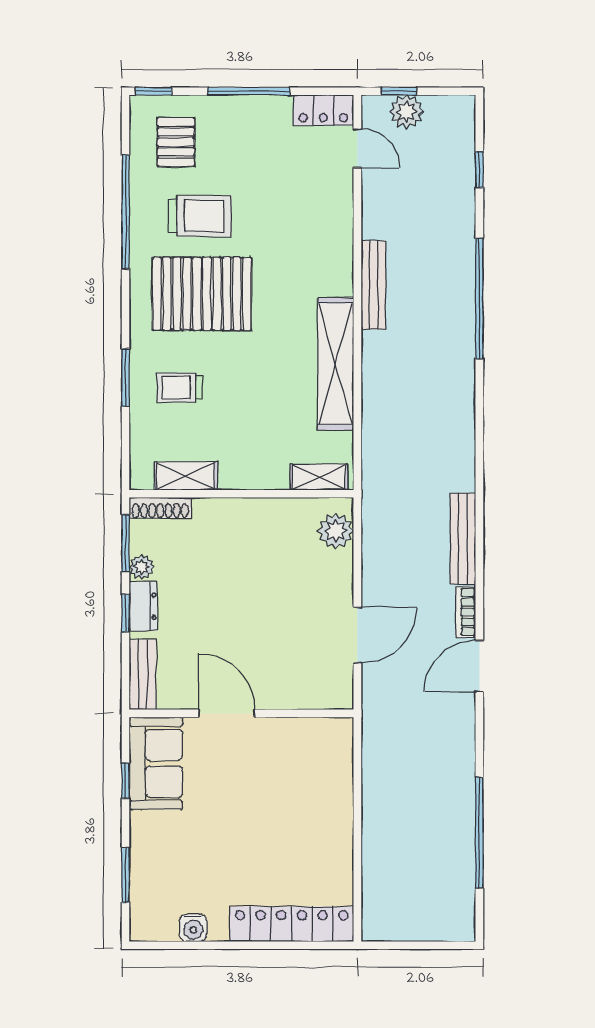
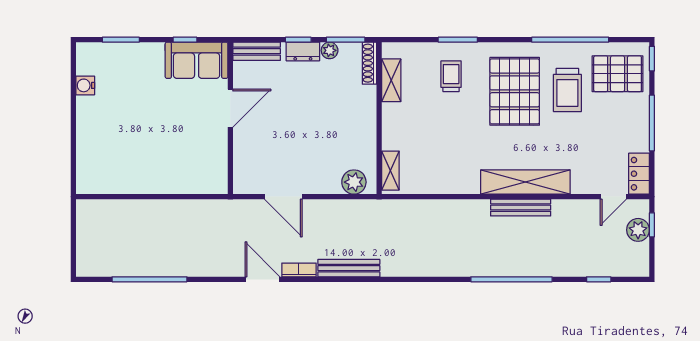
pallet: (176, 142) -> (618, 74), width x1.50, depth x1.42
shelving: (336, 364) -> (525, 182), moved
locker: (292, 924) -> (88, 152), removed

